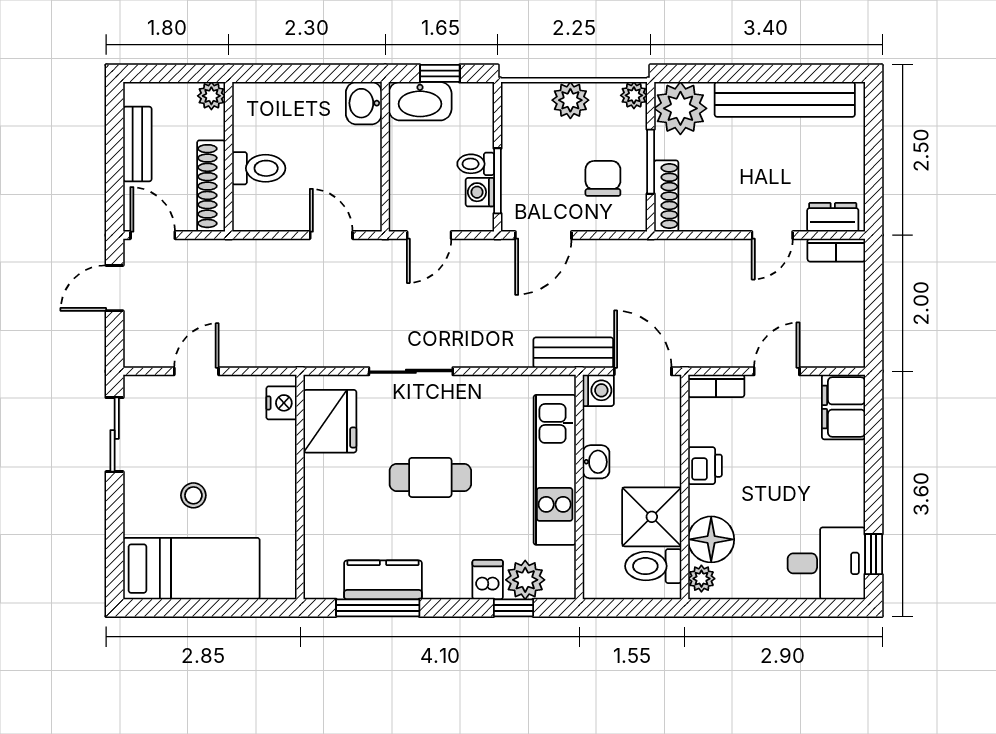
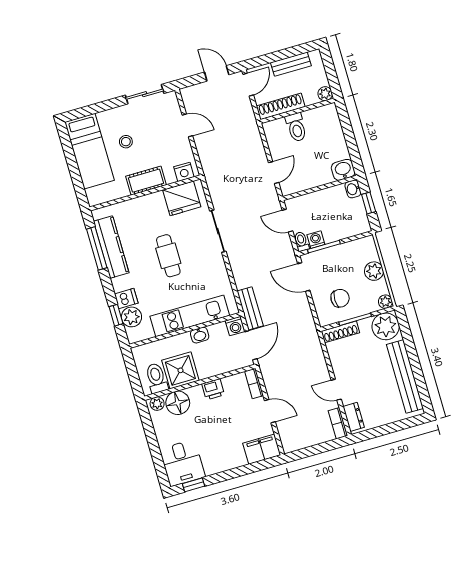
washbasin: (420, 101) -> (353, 189), width x0.52, depth x0.69
toilet: (476, 164) -> (301, 242), moved
cot: (277, 479) -> (146, 181), added
kitchen counter: (383, 580) -> (111, 247), width x1.50

